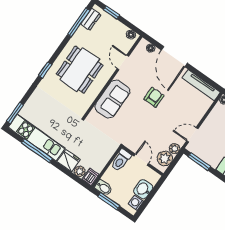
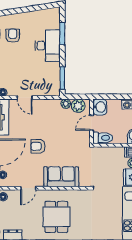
dining table: (80, 70) -> (56, 217), width x0.73
door: (192, 135) -> (25, 98), moved
washbasin: (143, 189) -> (100, 107), moved, turned -90

